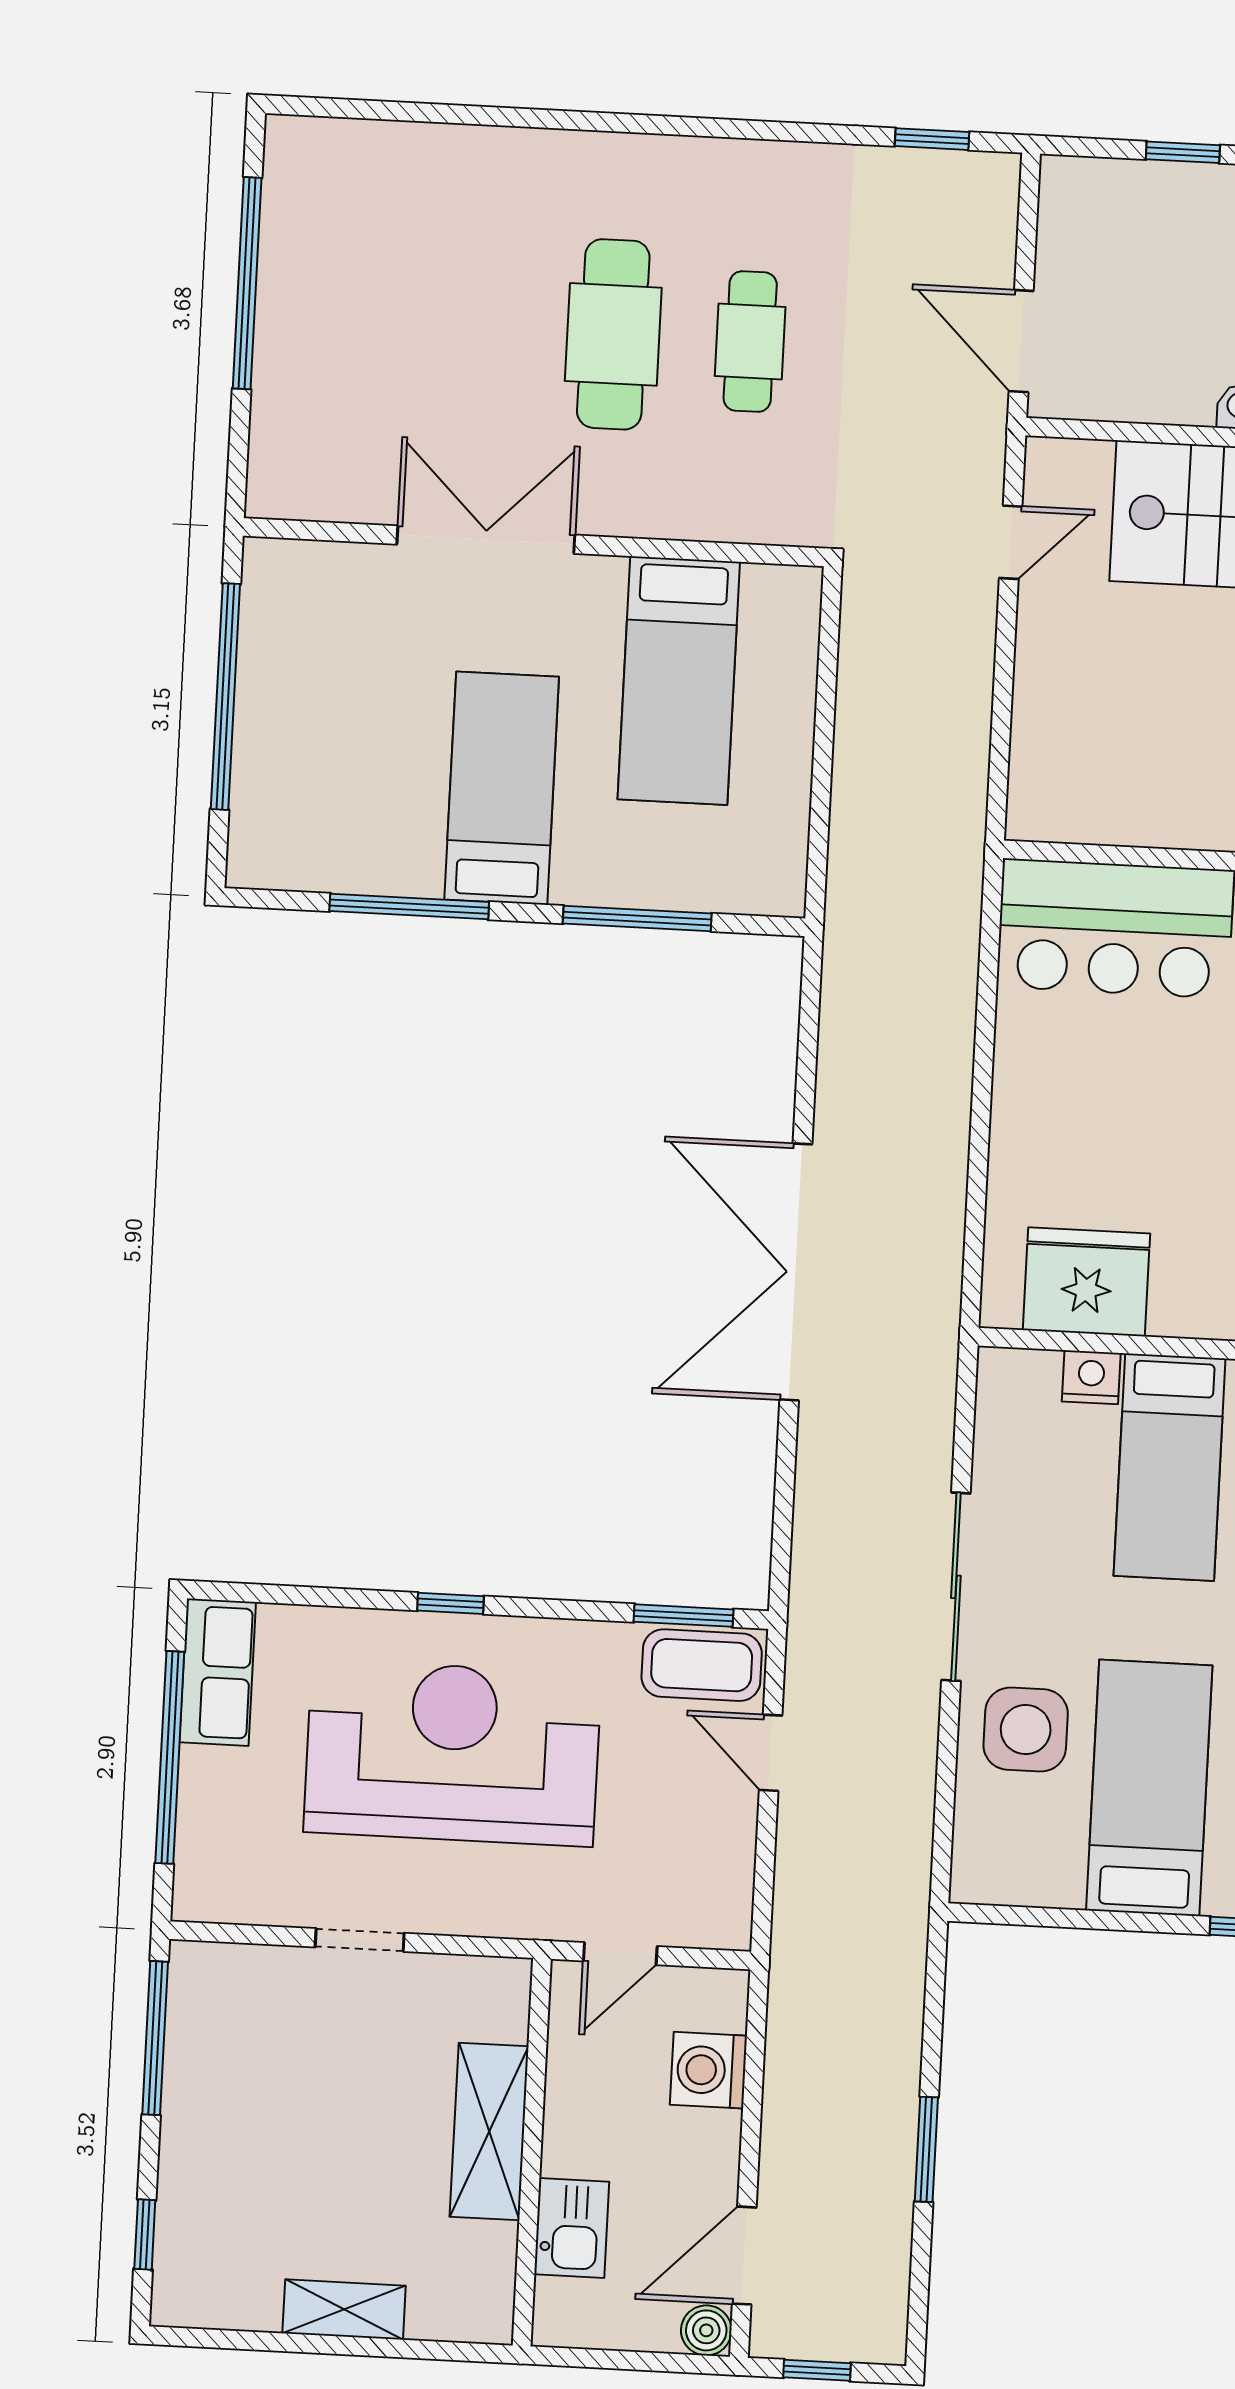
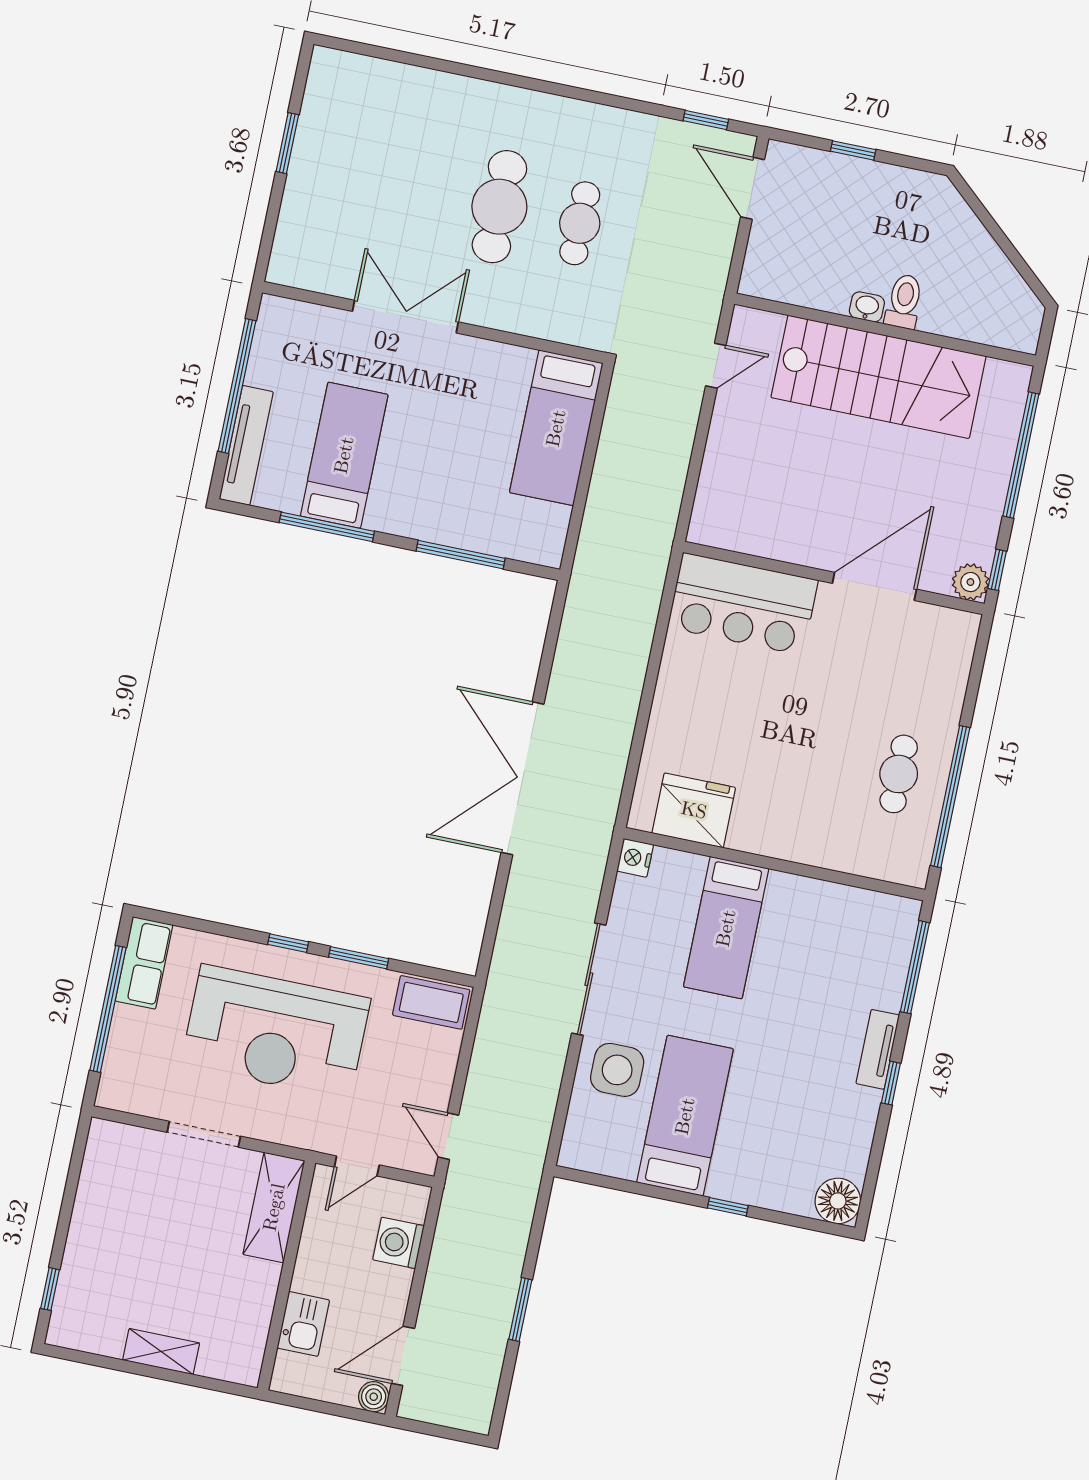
window: (247, 283) -> (287, 143), width x0.47
door: (1021, 341) -> (753, 188), moved
bed: (679, 681) -> (556, 428), moved
bed: (502, 788) -> (344, 455), moved
tv unit: (256, 792) -> (246, 445), added
nightstand: (1091, 1377) -> (635, 858), moved, turned -90
window: (684, 1616) -> (359, 958), moved
reception desk: (452, 1753) -> (276, 1032), turned 180
door: (771, 1753) -> (448, 1136), moved
doorway: (360, 1940) -> (204, 1134), width x1.38
window: (155, 2038) -> (74, 1174), removed
shelving: (489, 2131) -> (274, 1207), moved
window: (817, 2370) -> (436, 1430), removed

